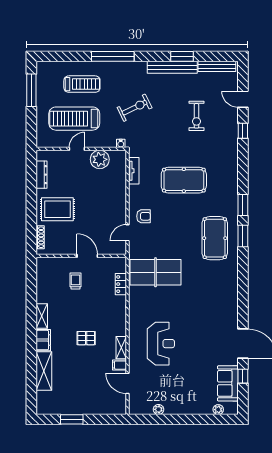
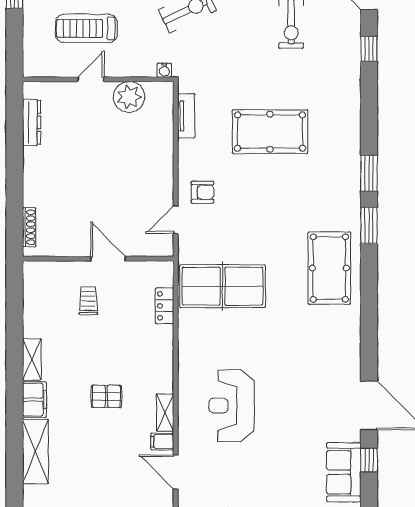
treadmill: (74, 119) -> (86, 28), width x0.73, depth x0.73
rug: (57, 209) -> (58, 180), removed
pool table: (215, 238) -> (329, 268), moved
reception desk: (161, 344) -> (232, 406), turned 180

